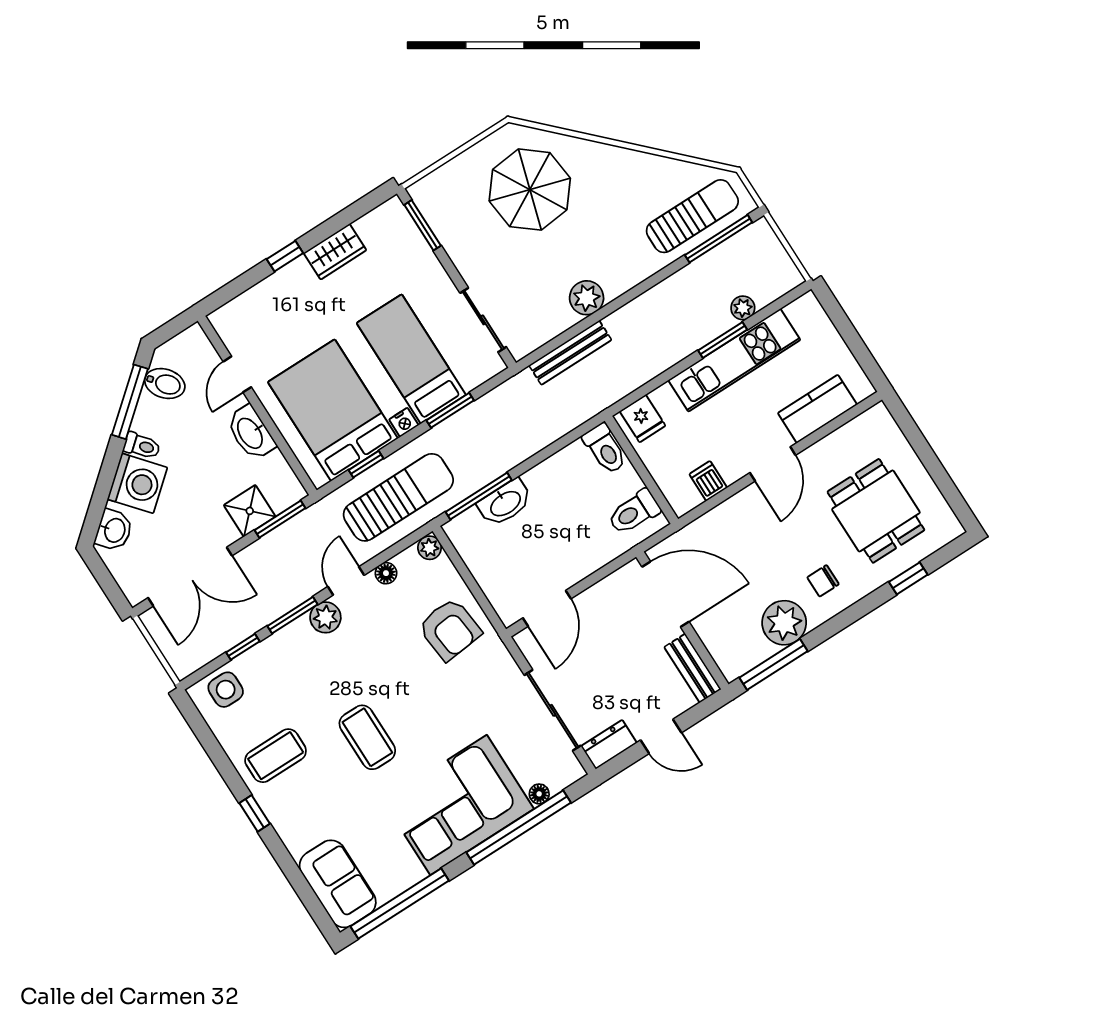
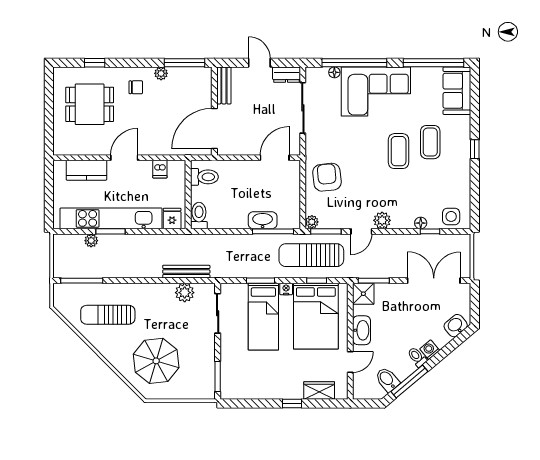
sun lounger: (692, 216) -> (108, 315), moved
wardrobe: (335, 252) -> (319, 390), moved
plant: (587, 298) -> (185, 293), moved
kitchen unit: (734, 360) -> (111, 218), width x1.36
washing machine: (137, 483) -> (430, 350), width x0.53, depth x0.53
shower: (250, 511) -> (363, 294), moved
dining table: (876, 511) -> (90, 104), turned 90
floor lamp: (386, 573) -> (421, 223), moved
door: (666, 594) -> (214, 129), hinge flipped
window: (292, 615) -> (326, 231), moved
plant: (784, 623) -> (161, 73), width x0.53, depth x0.53
coffee table: (276, 756) -> (430, 142), moved, turned 90

